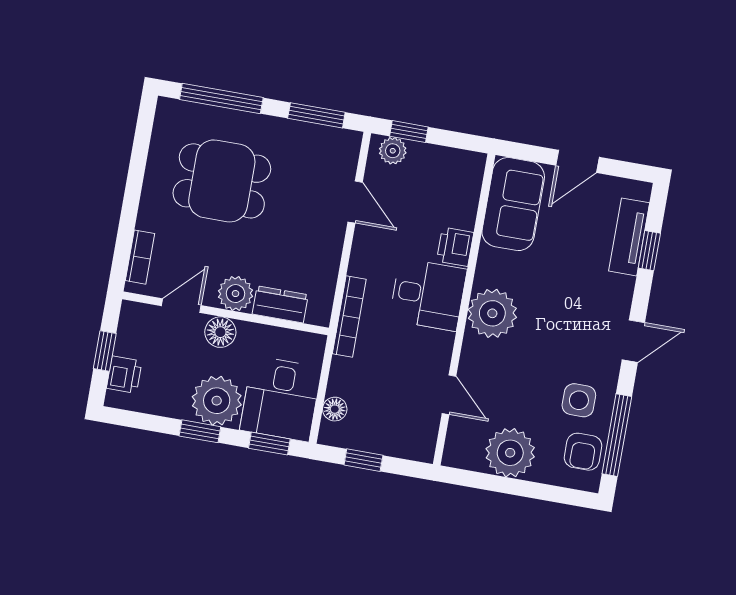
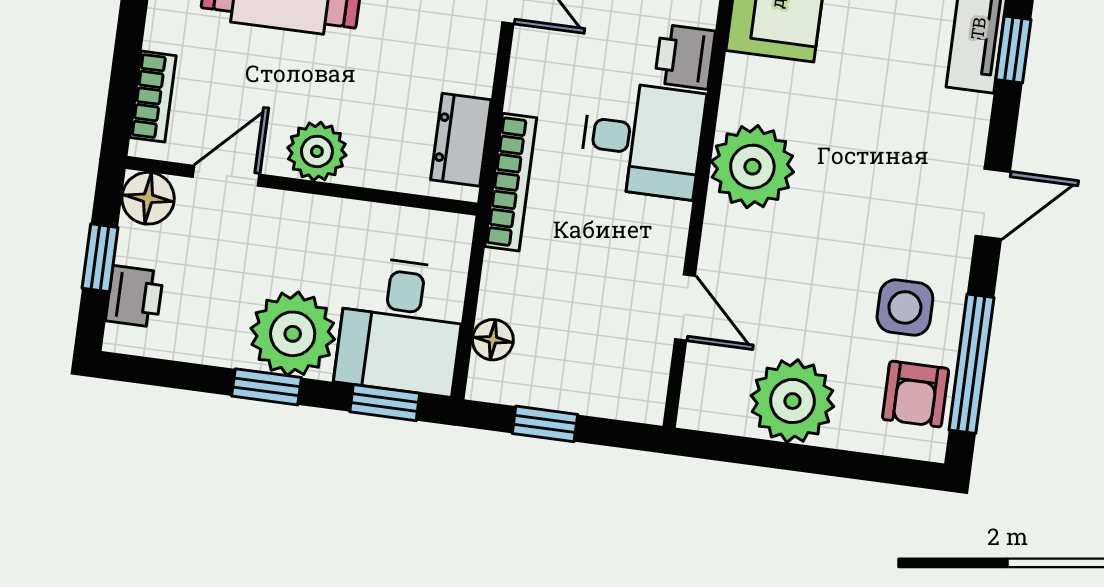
dresser: (280, 304) -> (461, 140), moved, turned -90
floor lamp: (220, 332) -> (148, 198), moved

